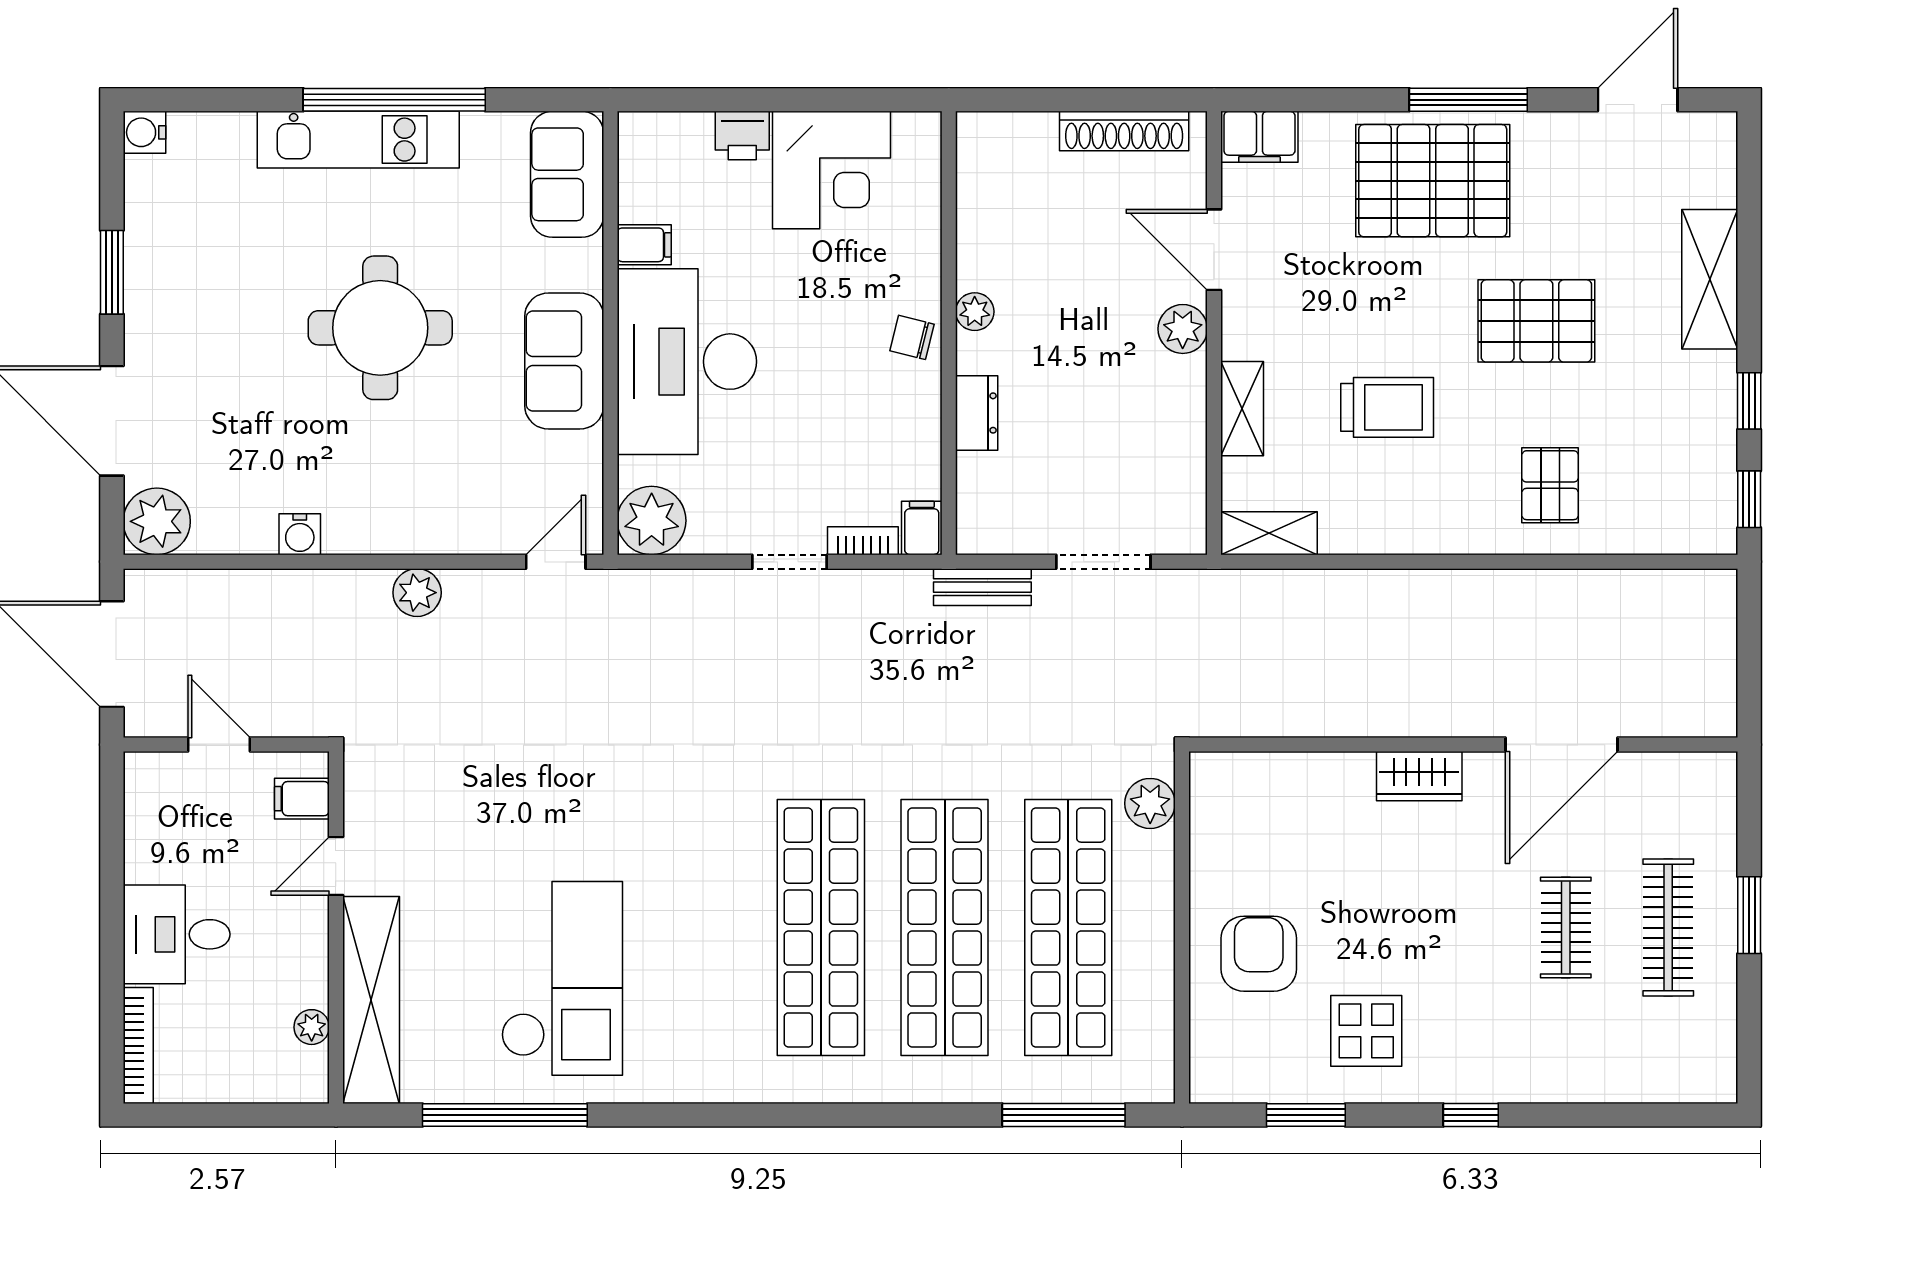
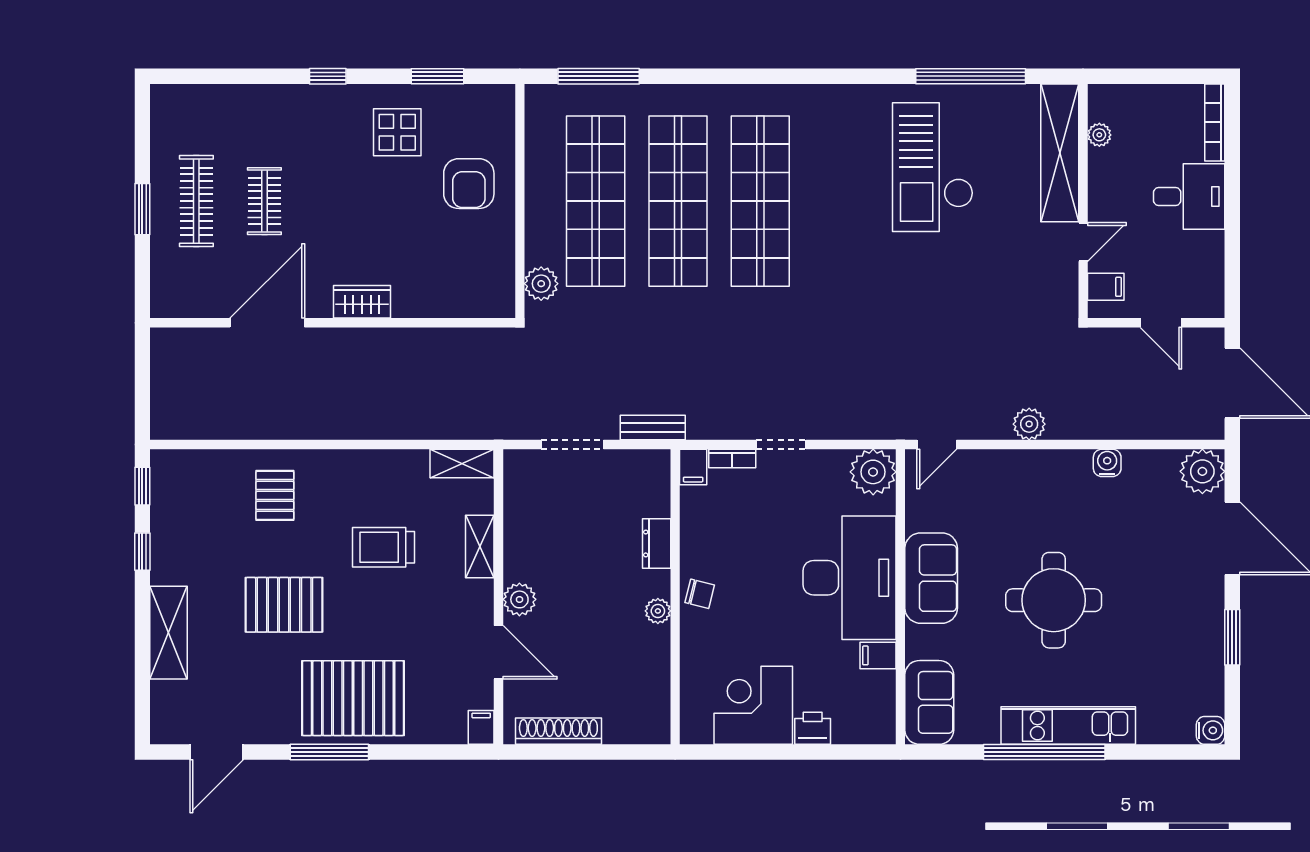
filing cabinet: (1259, 137) -> (481, 727), width x0.50

